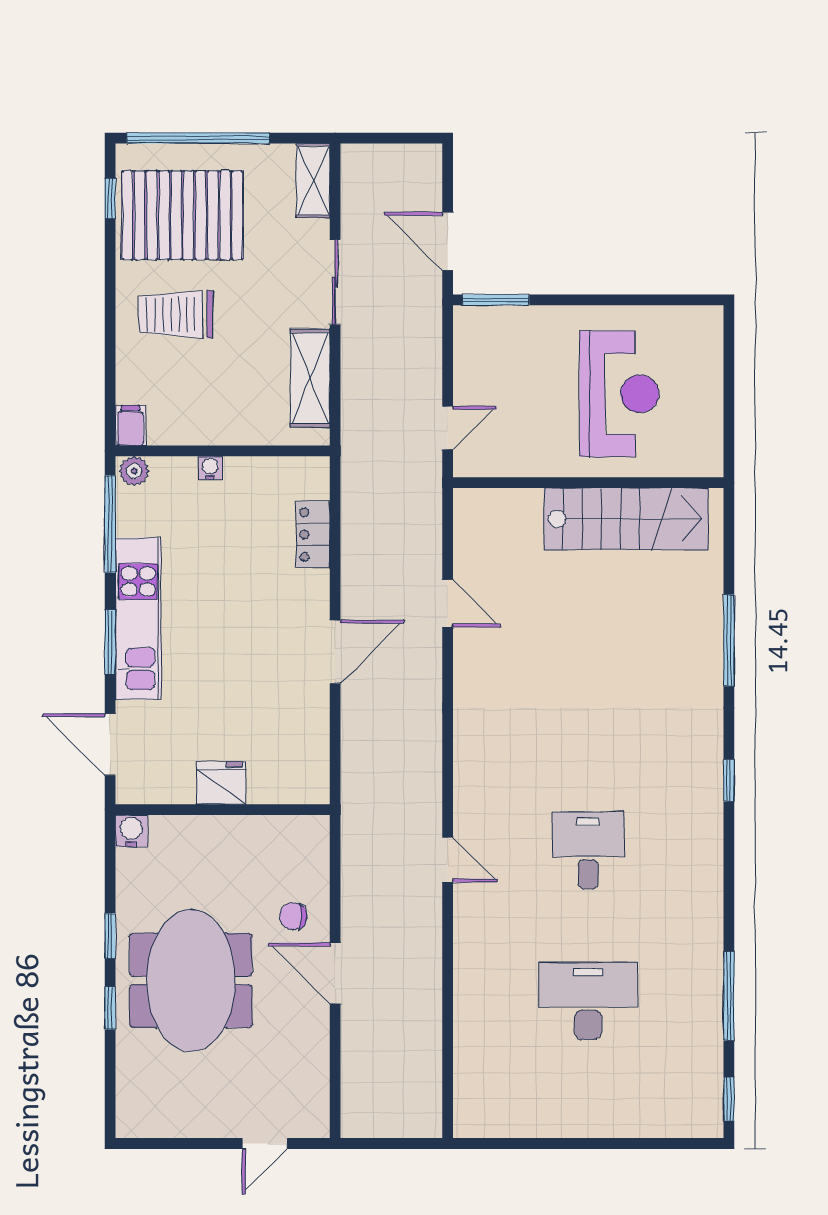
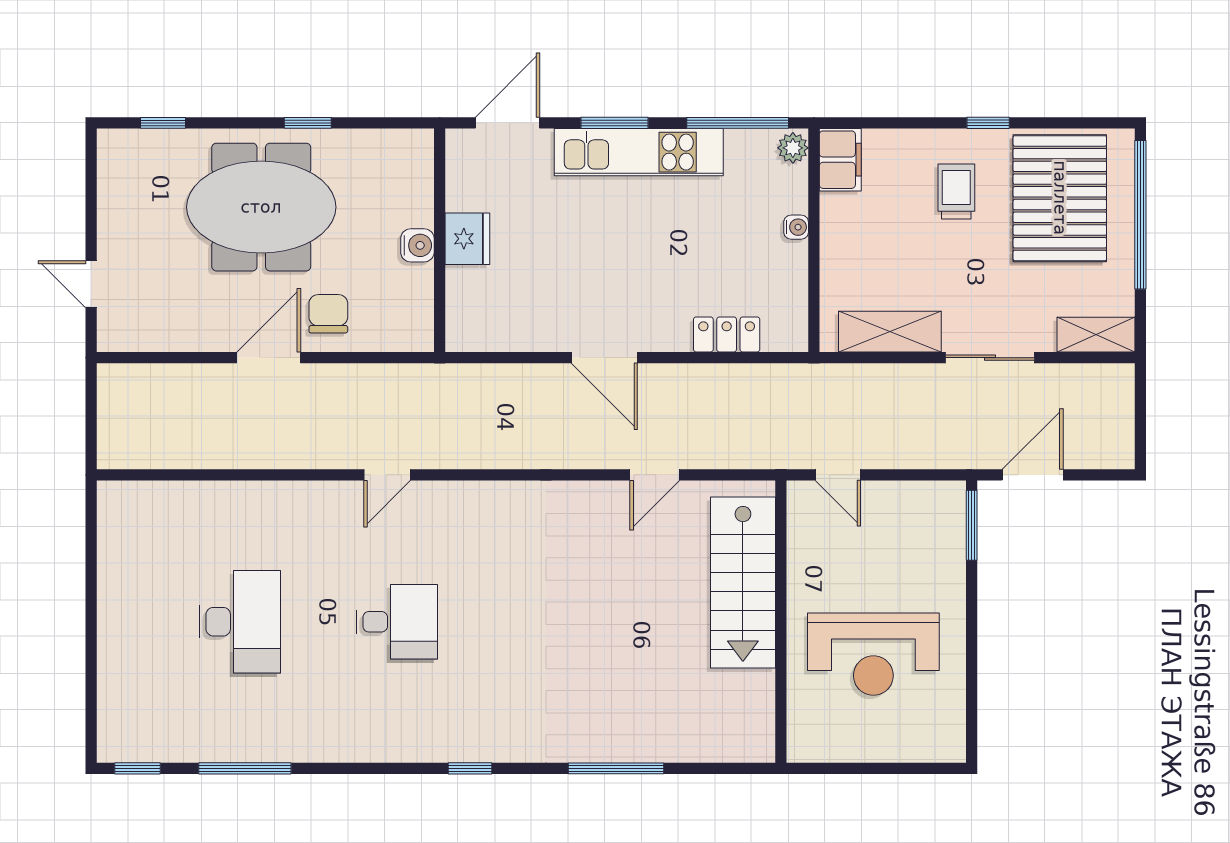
window: (110, 199) -> (988, 123), moved
trolley: (176, 314) -> (956, 191), width x0.73, depth x0.72
filing cabinet: (130, 426) -> (840, 160), width x2.00
stairs: (626, 519) -> (743, 583), moved
water cooler: (131, 831) -> (417, 245), moved
chair: (293, 916) -> (328, 314), width x1.37, depth x1.37
window: (110, 1008) -> (163, 123), moved

